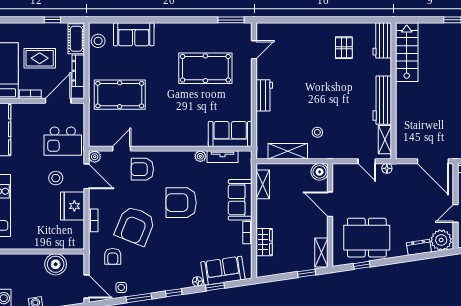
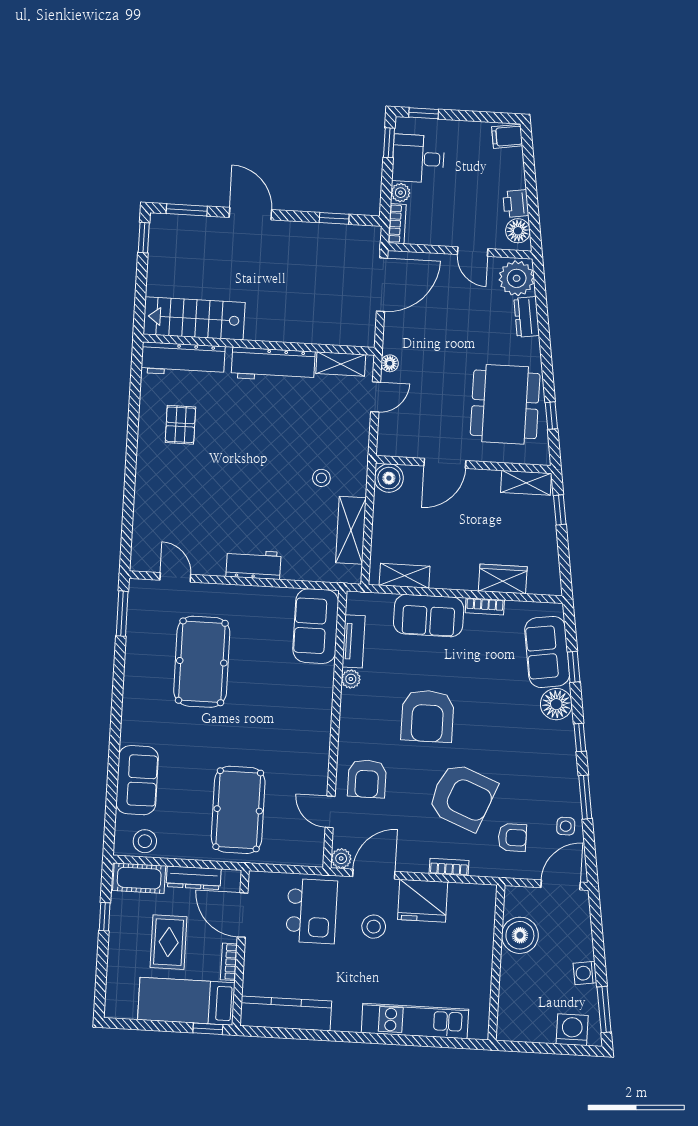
workbench: (382, 40) -> (183, 360), width x1.38
pallet: (344, 48) -> (180, 425), turned 90
floor lamp: (197, 281) -> (556, 704), width x1.89, depth x1.89

